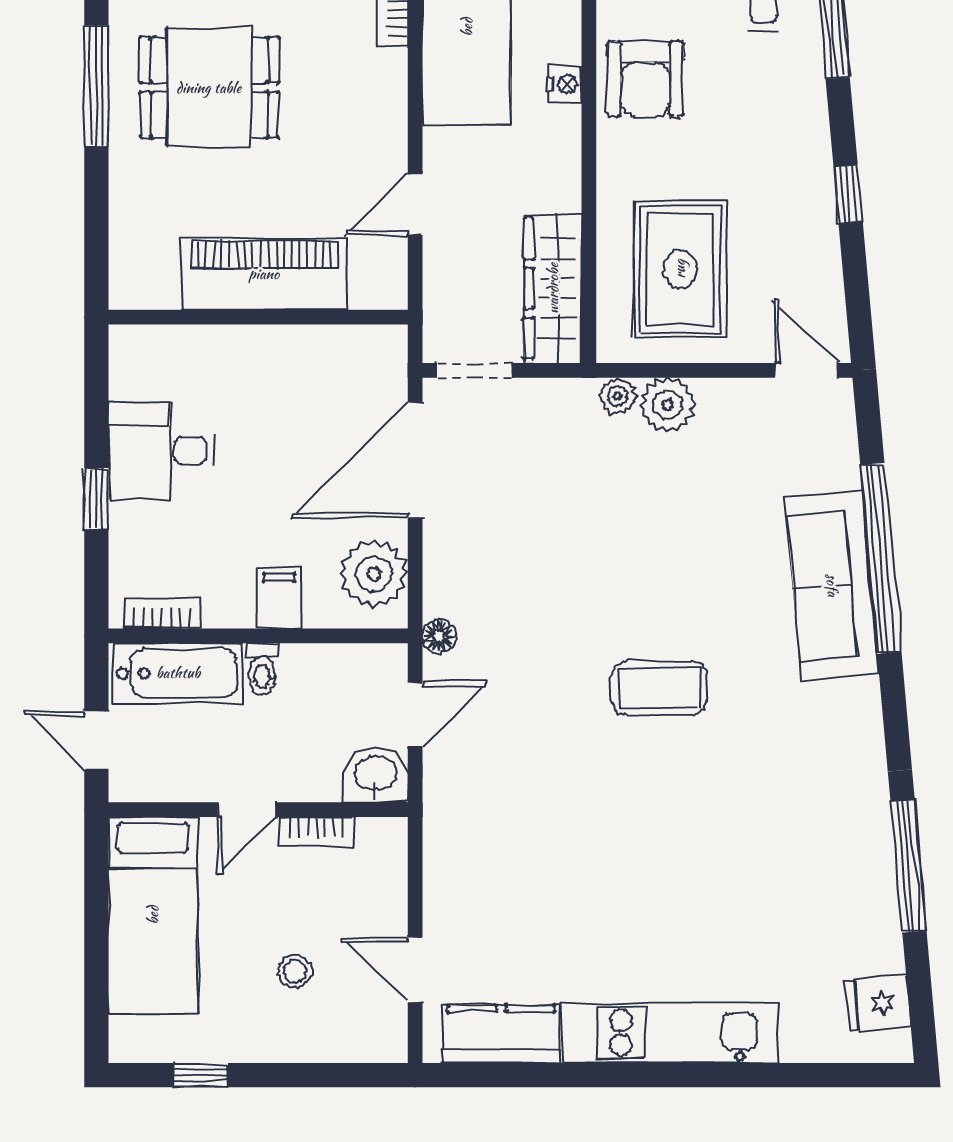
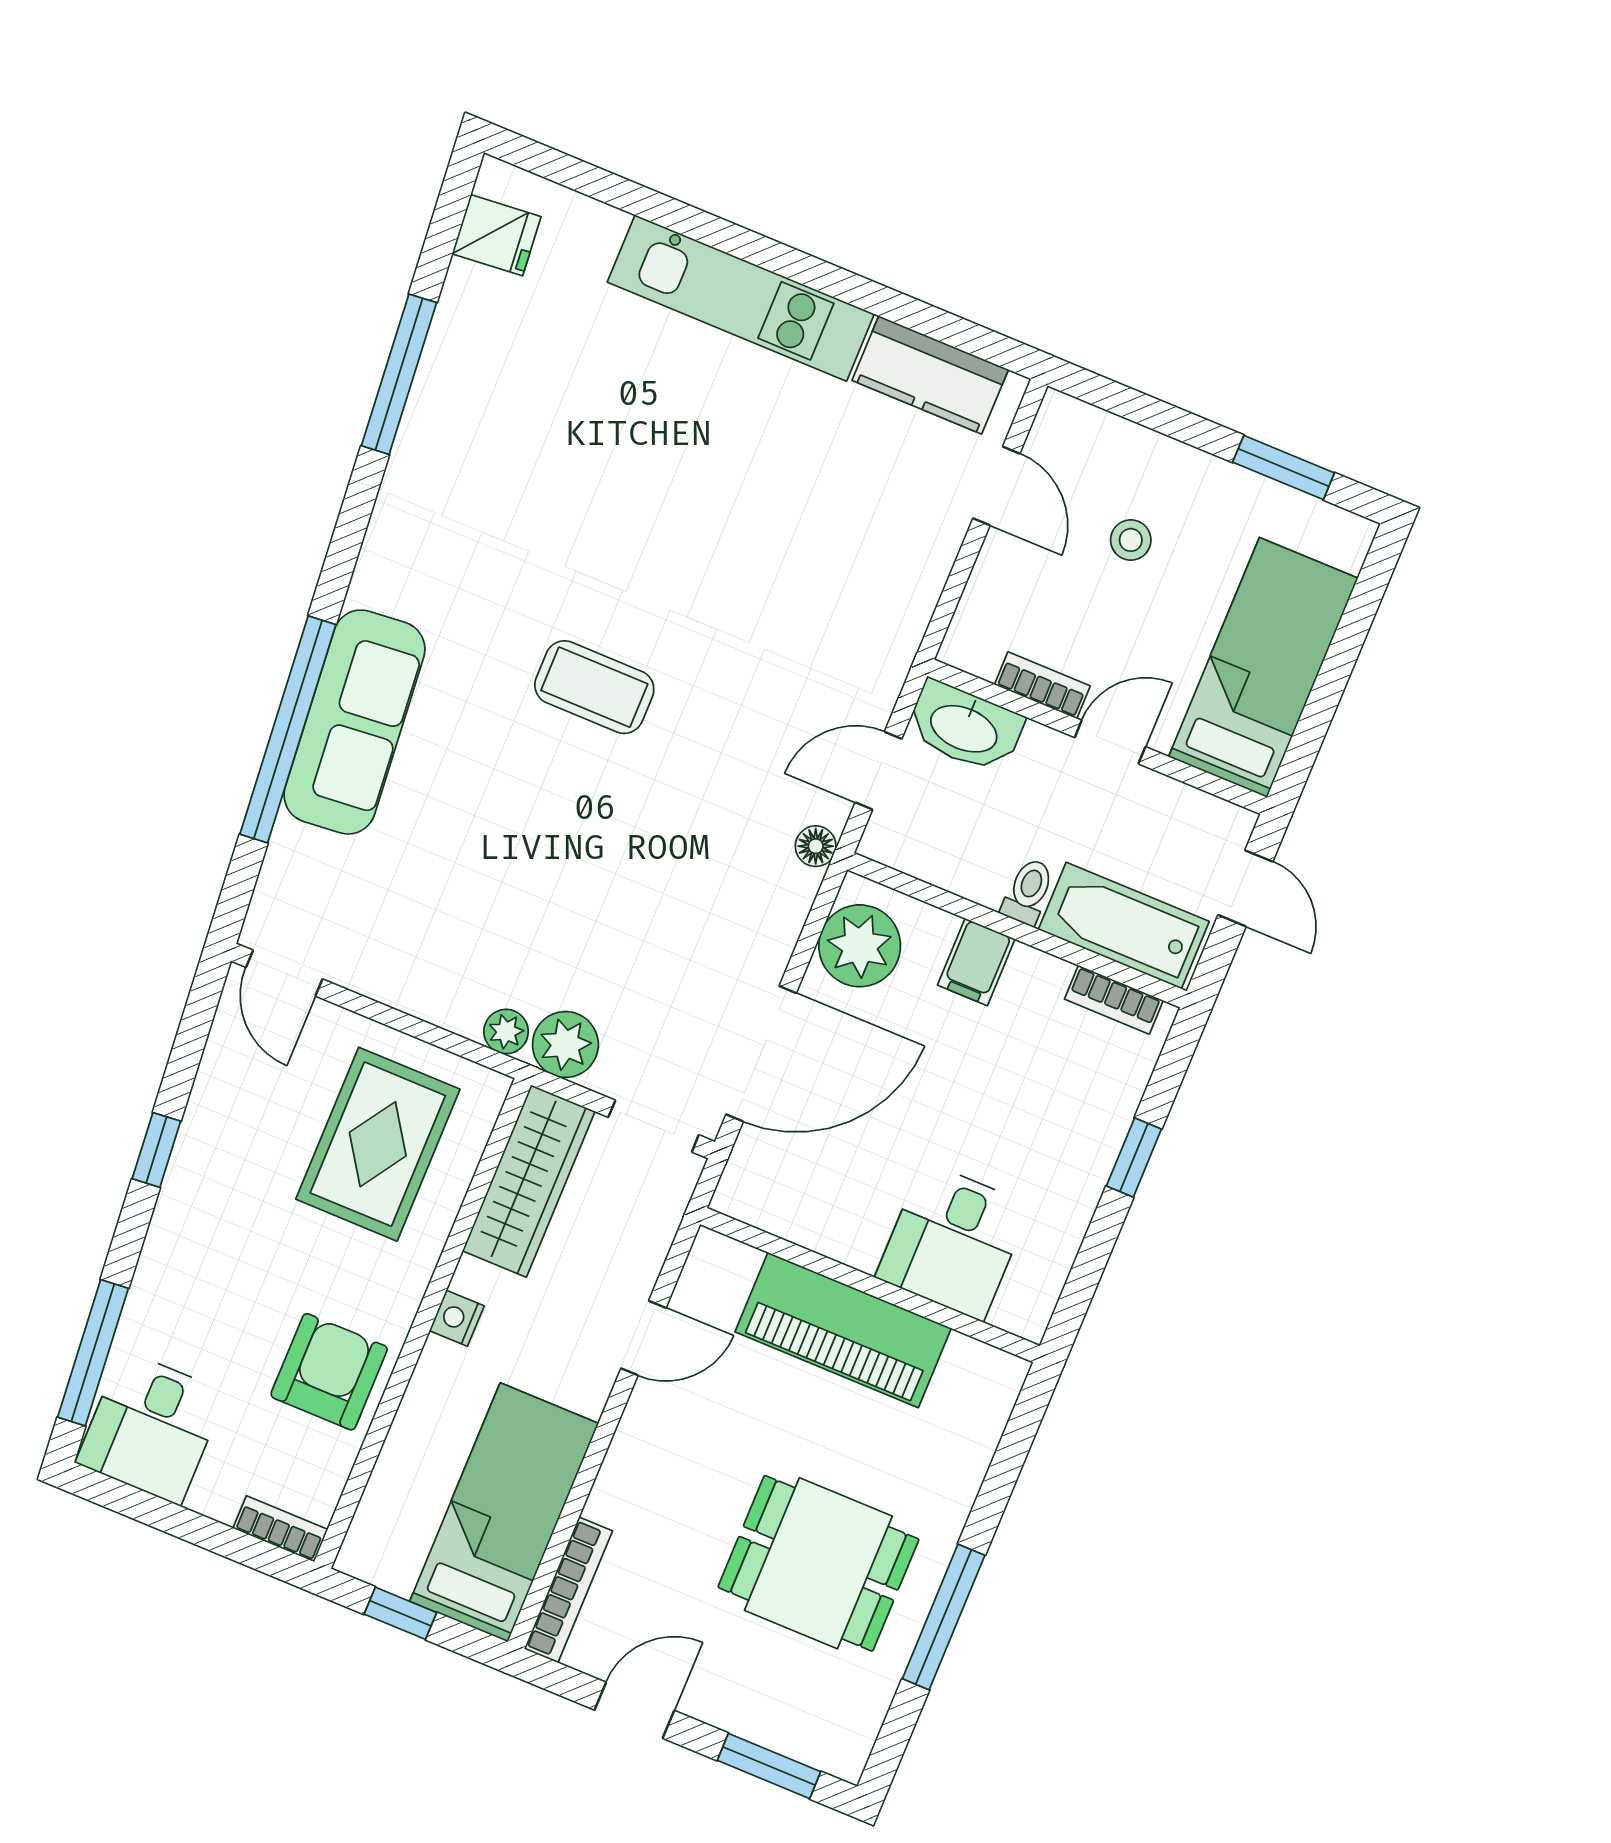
nightstand: (564, 84) -> (457, 1318), moved
plant: (667, 405) -> (565, 1045), moved
desk: (161, 451) -> (953, 1241), moved, turned 90
washbasin: (375, 775) -> (965, 727), width x1.38
window: (201, 1075) -> (1284, 468), width x1.50

